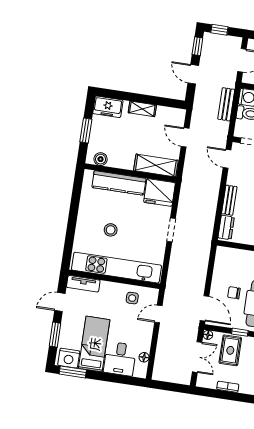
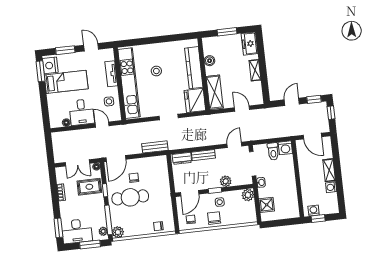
bench: (226, 104) -> (155, 147), moved
door: (185, 137) -> (242, 109), hinge flipped
boiler: (101, 159) -> (210, 61), moved
tv unit: (83, 284) -> (111, 74), moved
desk: (120, 359) -> (82, 112), moved, turned -90

